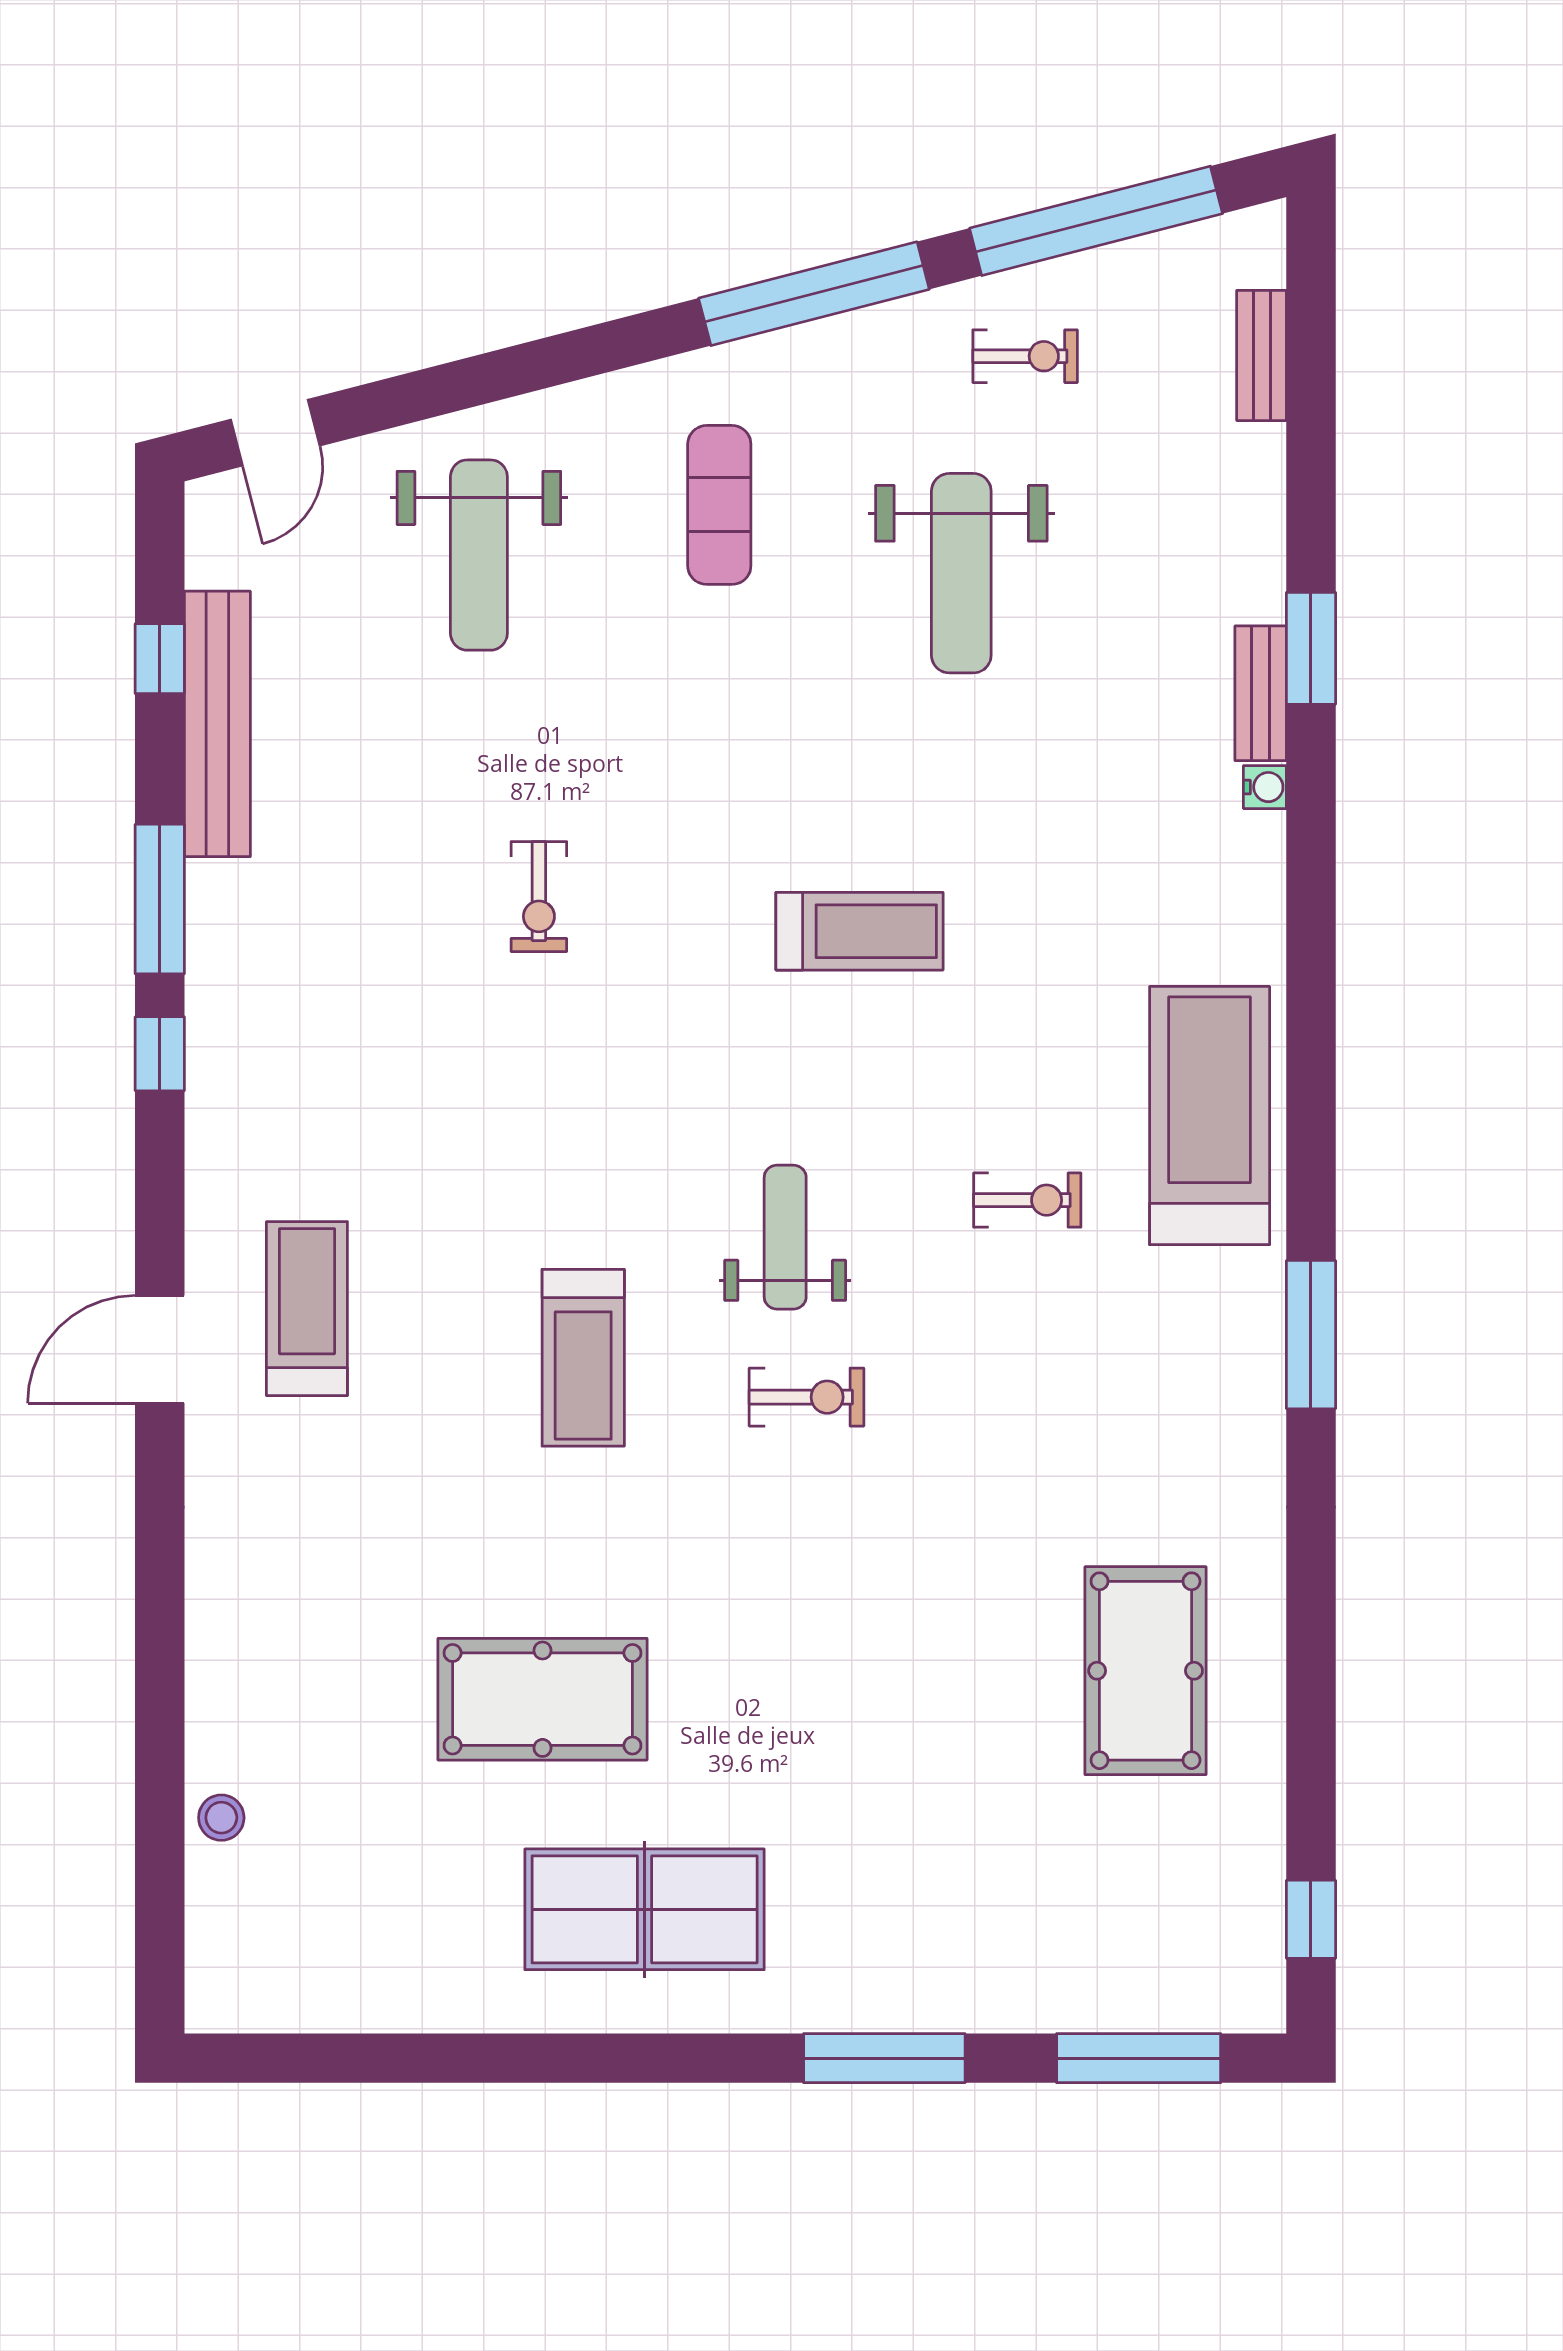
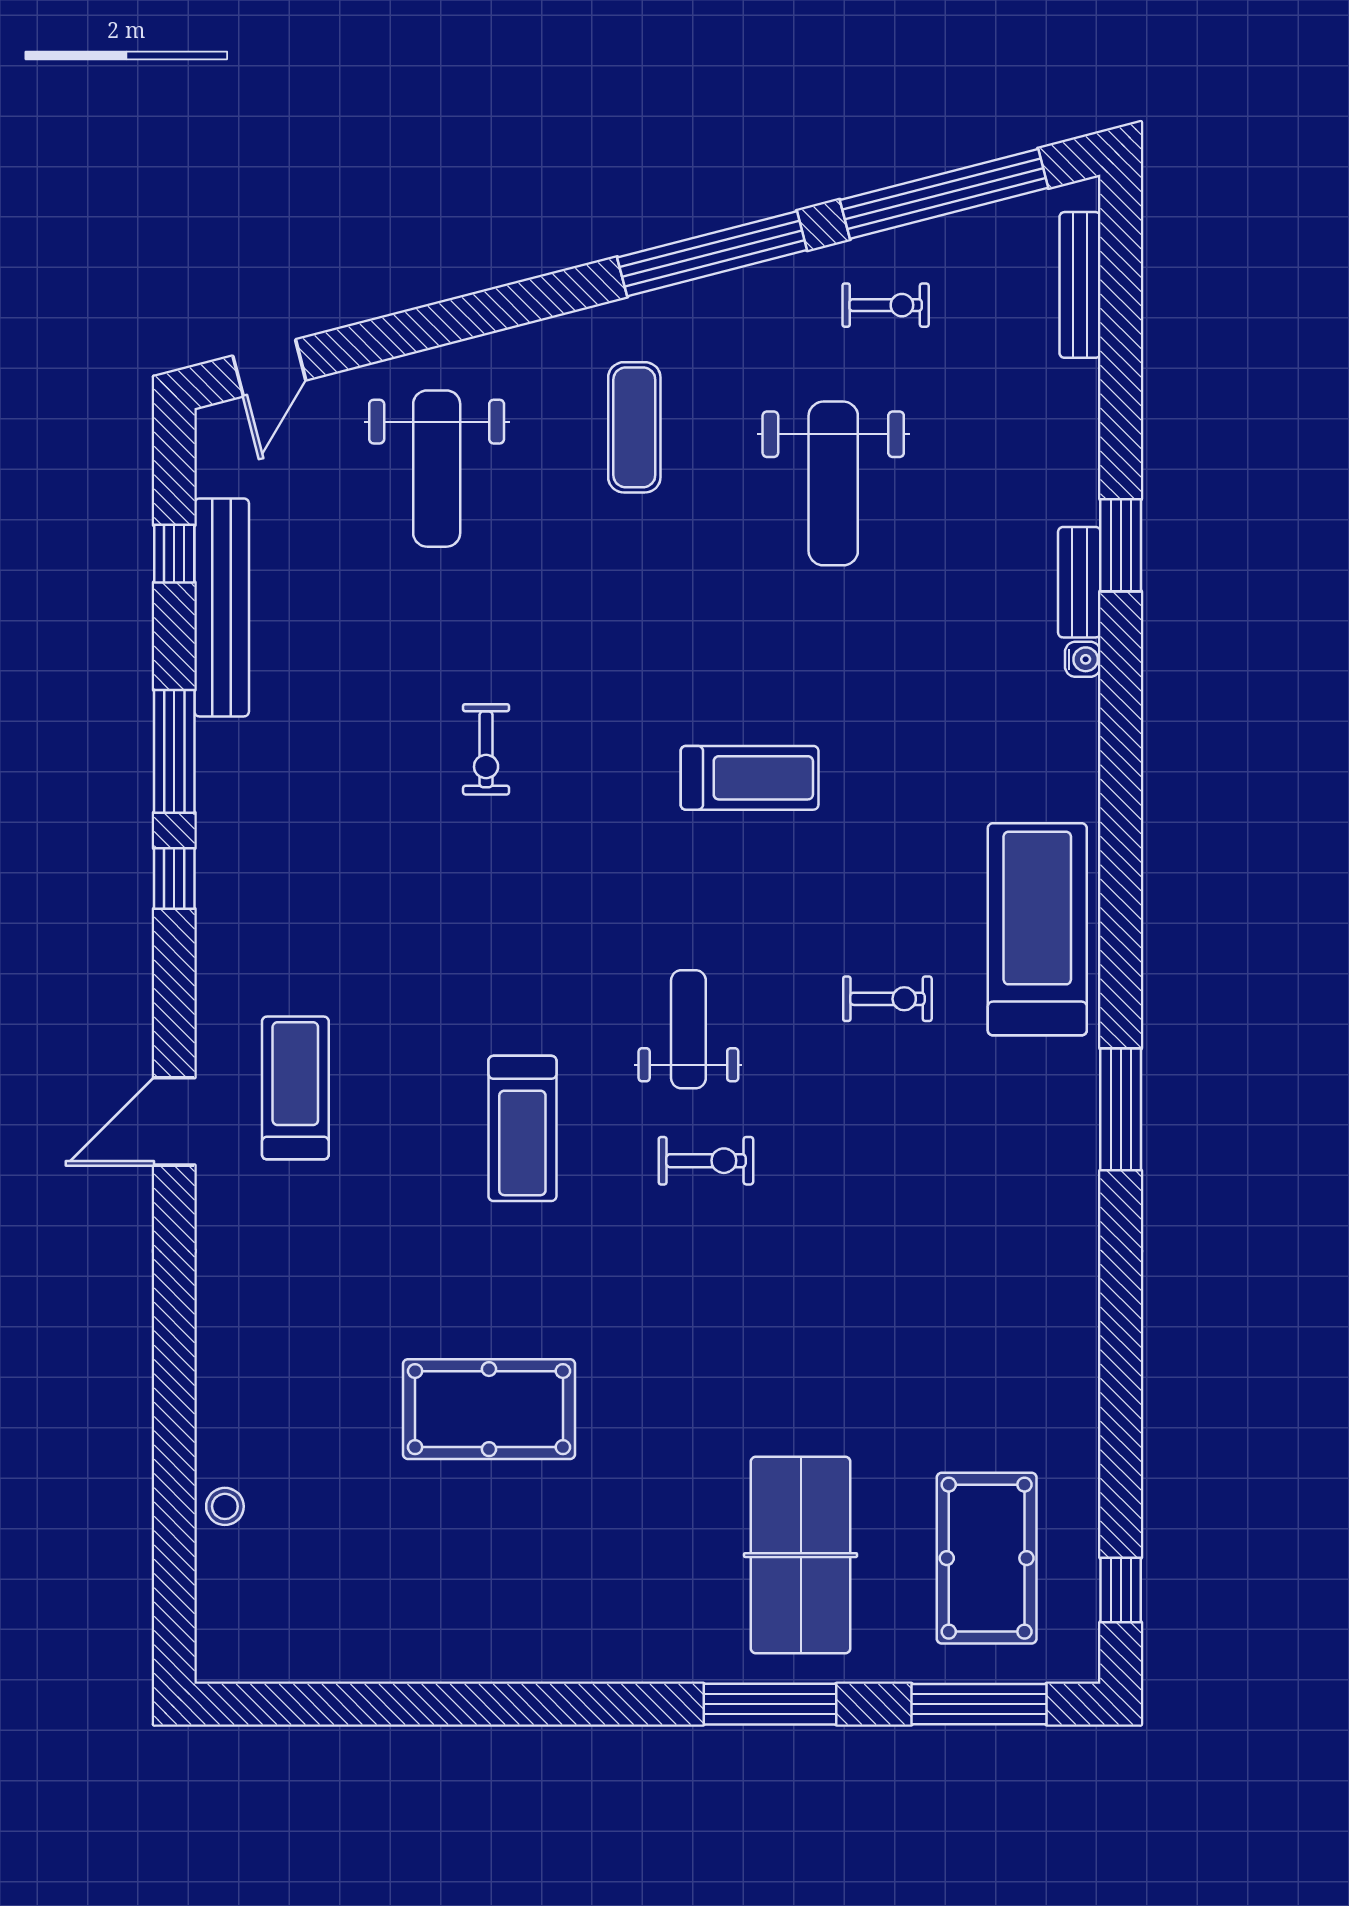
bench: (1262, 355) -> (1080, 285), width x1.36
pool table: (1146, 1671) -> (987, 1558), moved
table tennis table: (645, 1909) -> (801, 1555), moved, turned 90

